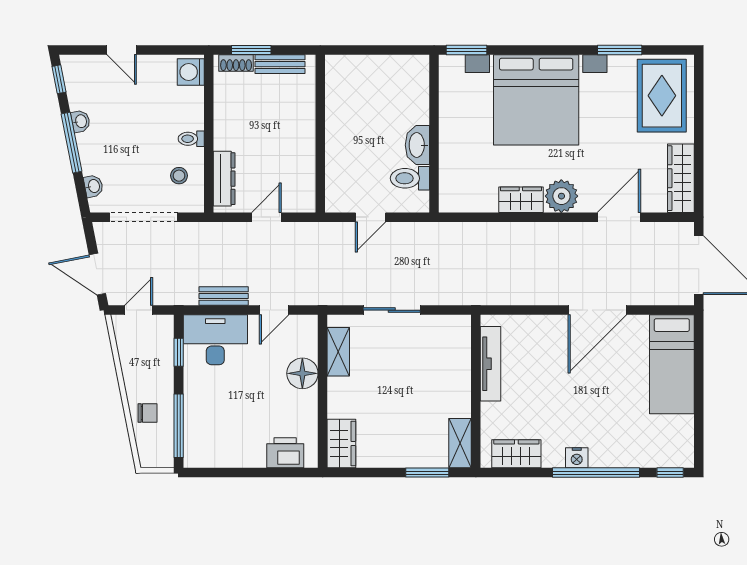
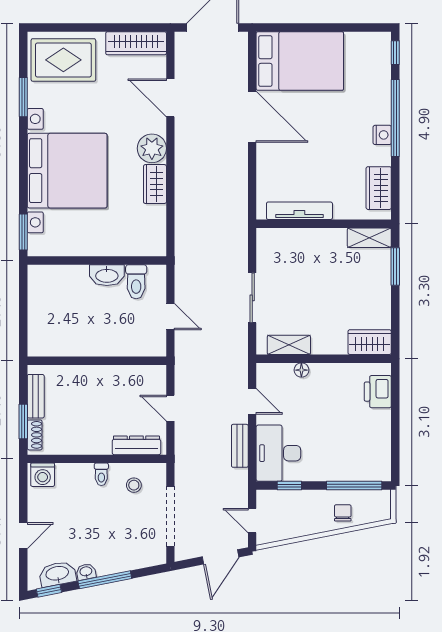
washbasin: (93, 186) -> (57, 574), moved, width x1.91, depth x1.45
bed: (672, 364) -> (300, 61), width x1.50
floor lamp: (302, 373) -> (301, 370), width x0.53, depth x0.53

